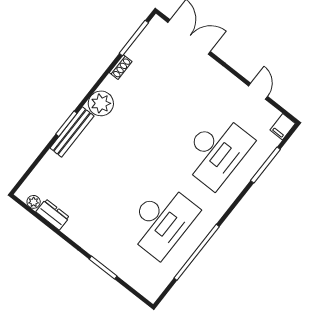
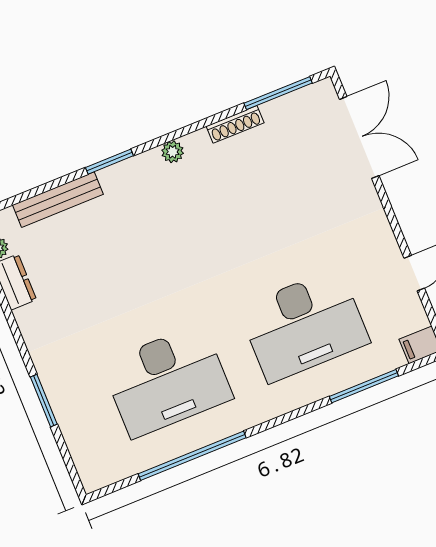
shoe rack: (121, 67) -> (235, 124), width x1.43
plant: (101, 103) -> (173, 152), width x0.53, depth x0.53
bench: (72, 132) -> (58, 200), moved

